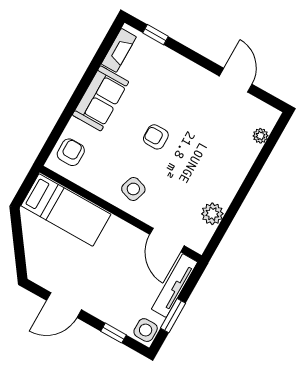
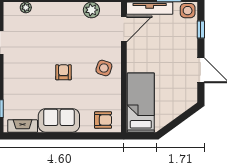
armchair: (156, 137) -> (63, 72), turned 180
armchair: (71, 152) -> (103, 120), turned 180

